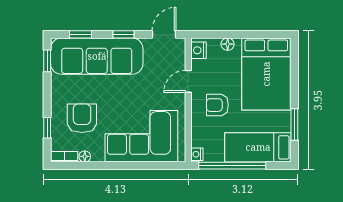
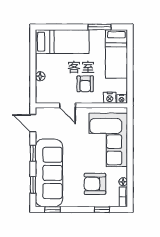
nightstand: (198, 50) -> (110, 98), moved
bed: (266, 74) -> (62, 42), width x0.67
window: (232, 166) -> (130, 73), removed

